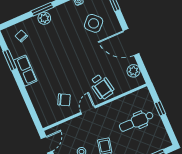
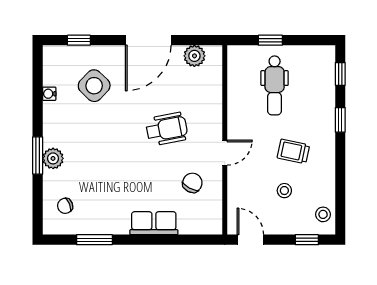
row of seats: (25, 71) -> (154, 223), moved
wheelchair: (102, 87) -> (167, 129), moved
door: (88, 110) -> (225, 153), swing flipped

